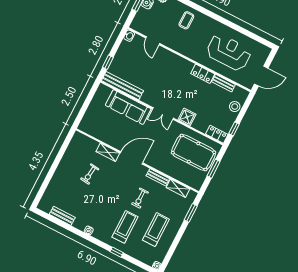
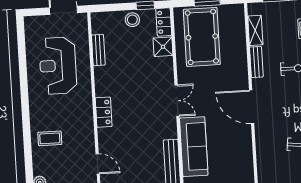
door: (153, 41) -> (98, 164), hinge flipped
locker: (203, 74) -> (104, 112), moved
stool: (235, 107) -> (132, 20), moved
shower: (187, 117) -> (163, 47), moved
shelving: (108, 152) -> (262, 139), removed

